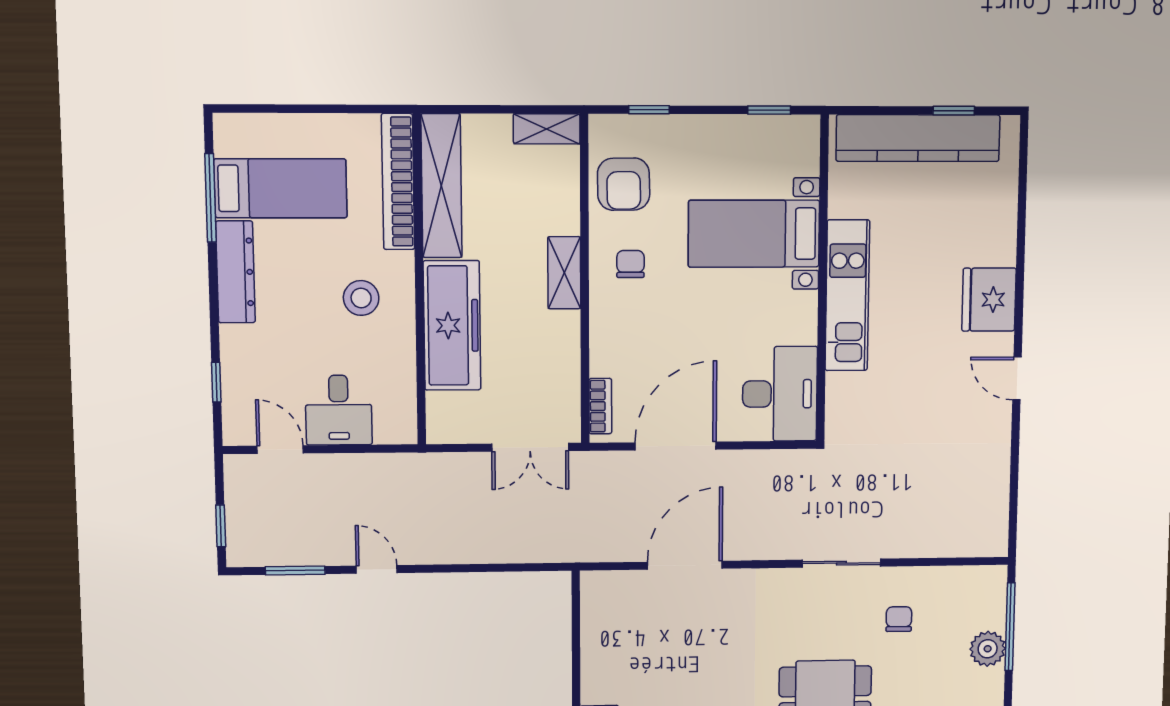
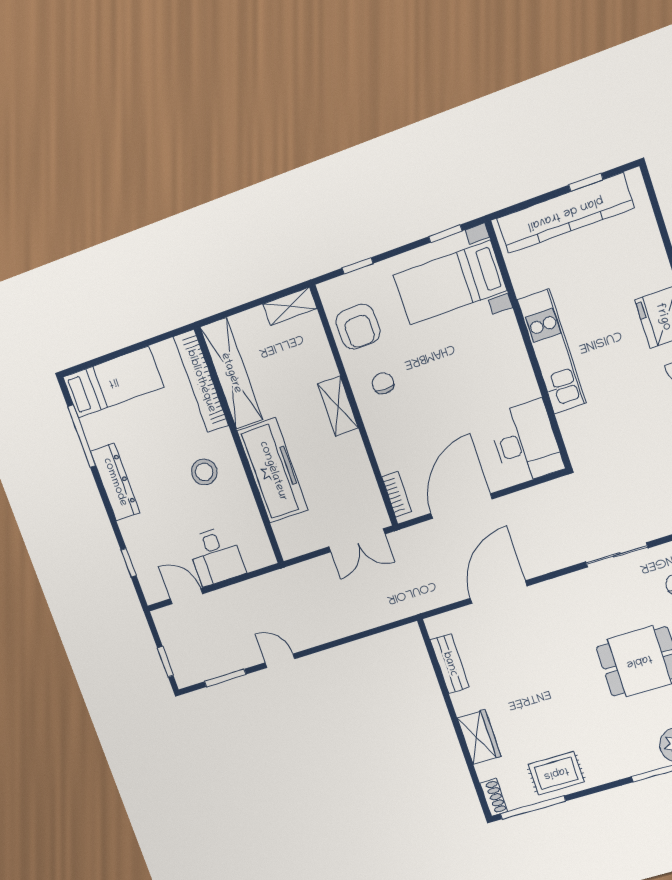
bed: (281, 188) -> (113, 382), moved
bed with nightstands: (754, 234) -> (450, 283), moved
bench: (594, 636) -> (450, 664), added

